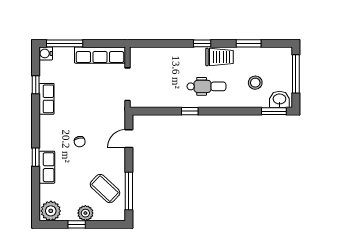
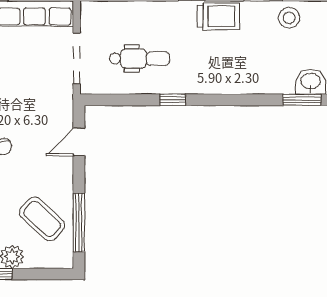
stool: (255, 83) -> (289, 18), moved
dental chair: (206, 86) -> (139, 59), moved

